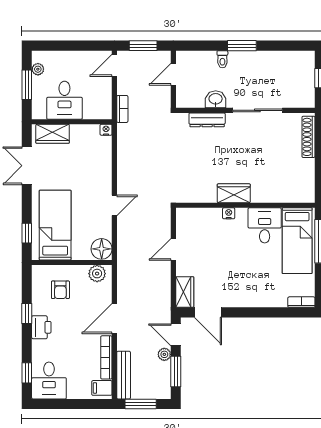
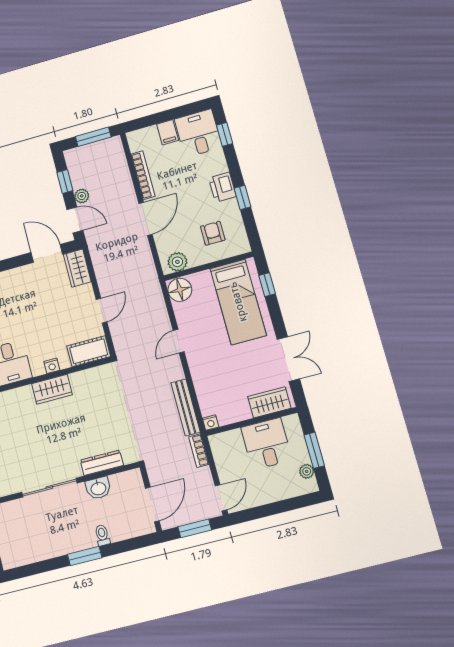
door: (173, 74) -> (152, 504), width x1.38
cot: (194, 217) -> (89, 351), added
window: (176, 371) -> (65, 181), width x0.67
bench: (124, 375) -> (186, 407), moved
filing cabinet: (102, 388) -> (168, 132), moved, turned 90

